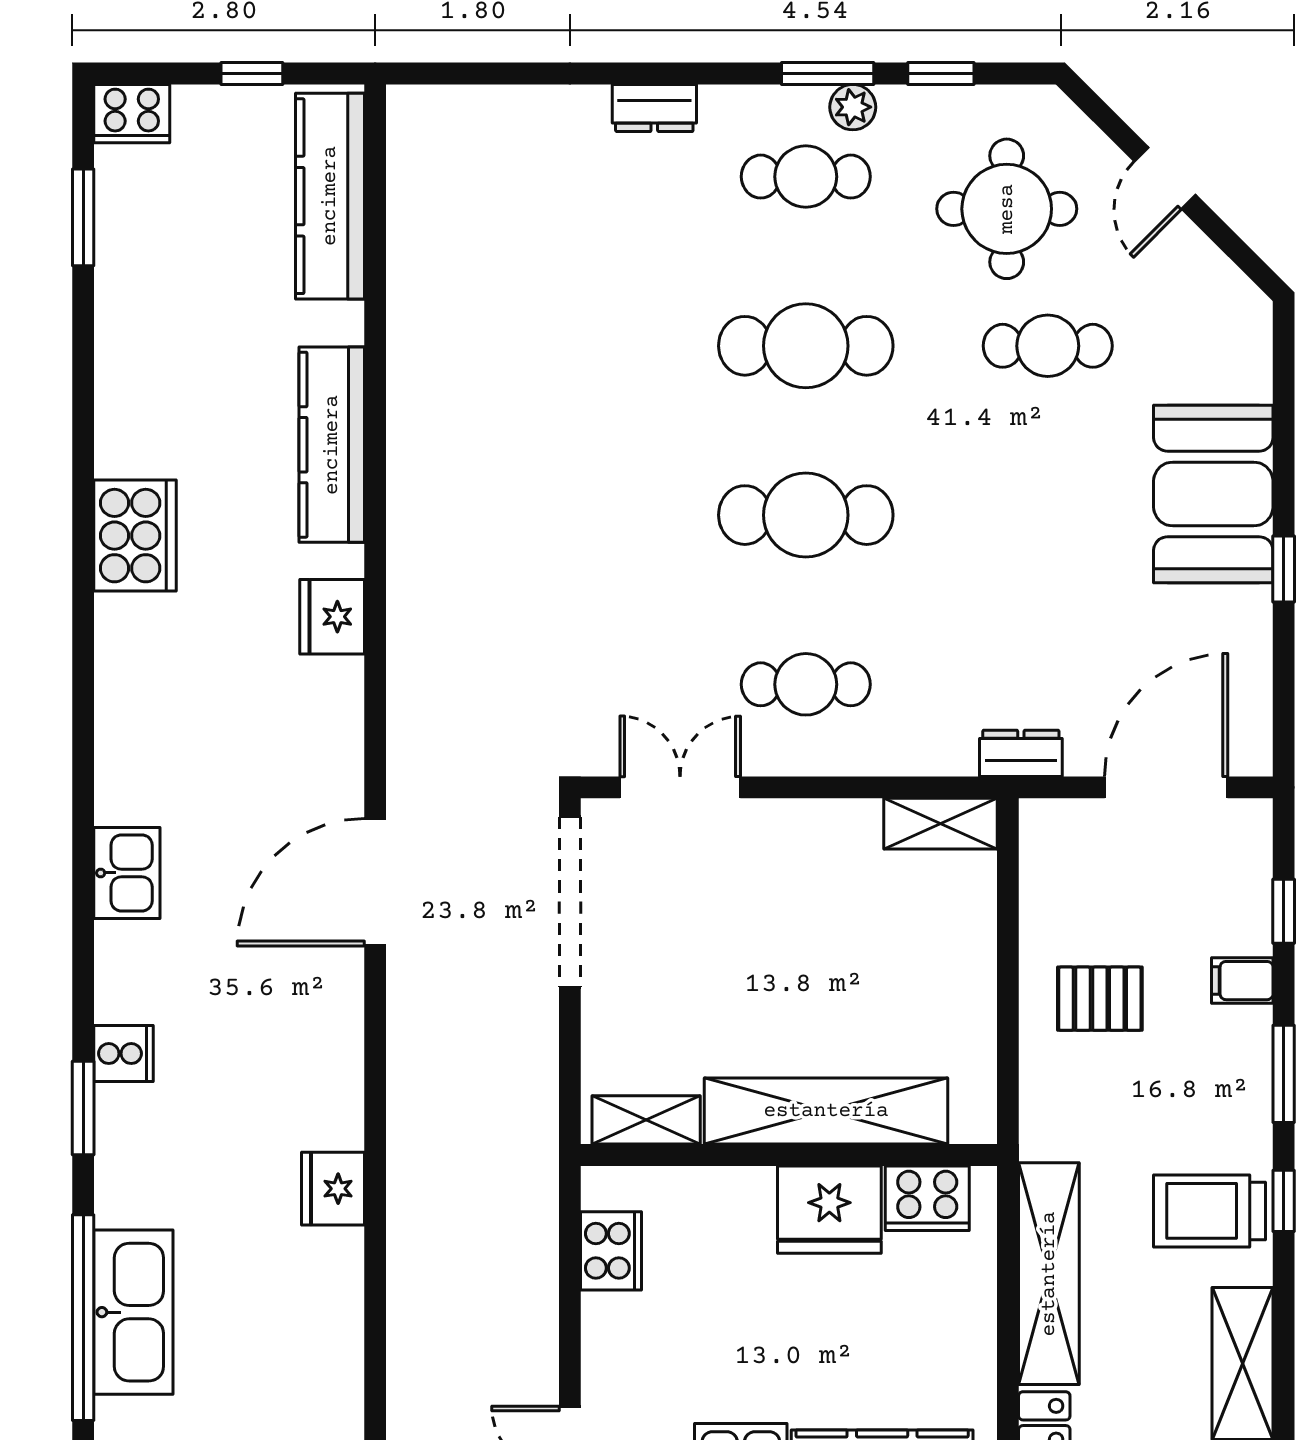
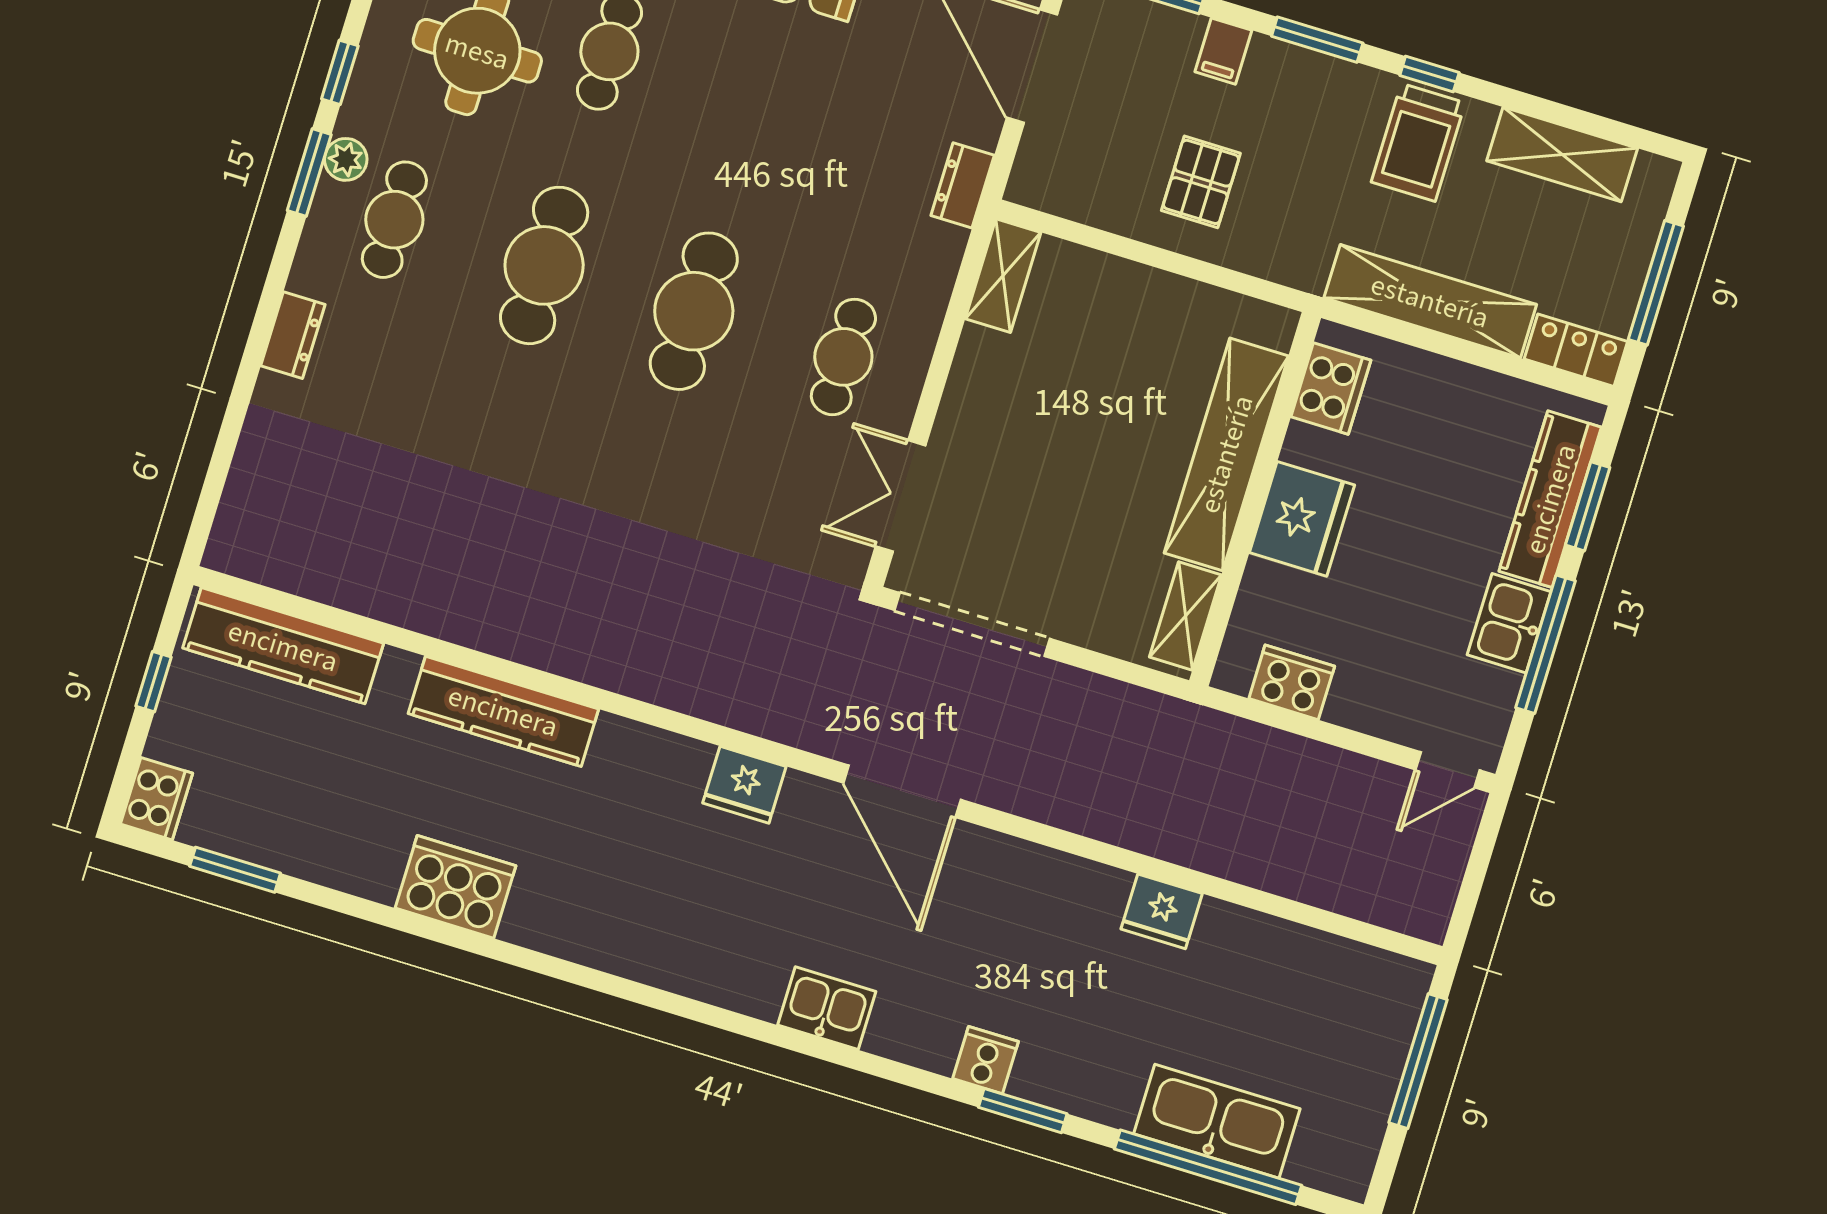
cooker: (135, 536) -> (455, 887), moved
fridge: (332, 617) -> (744, 785), moved
fridge: (829, 1210) -> (1302, 519), moved

